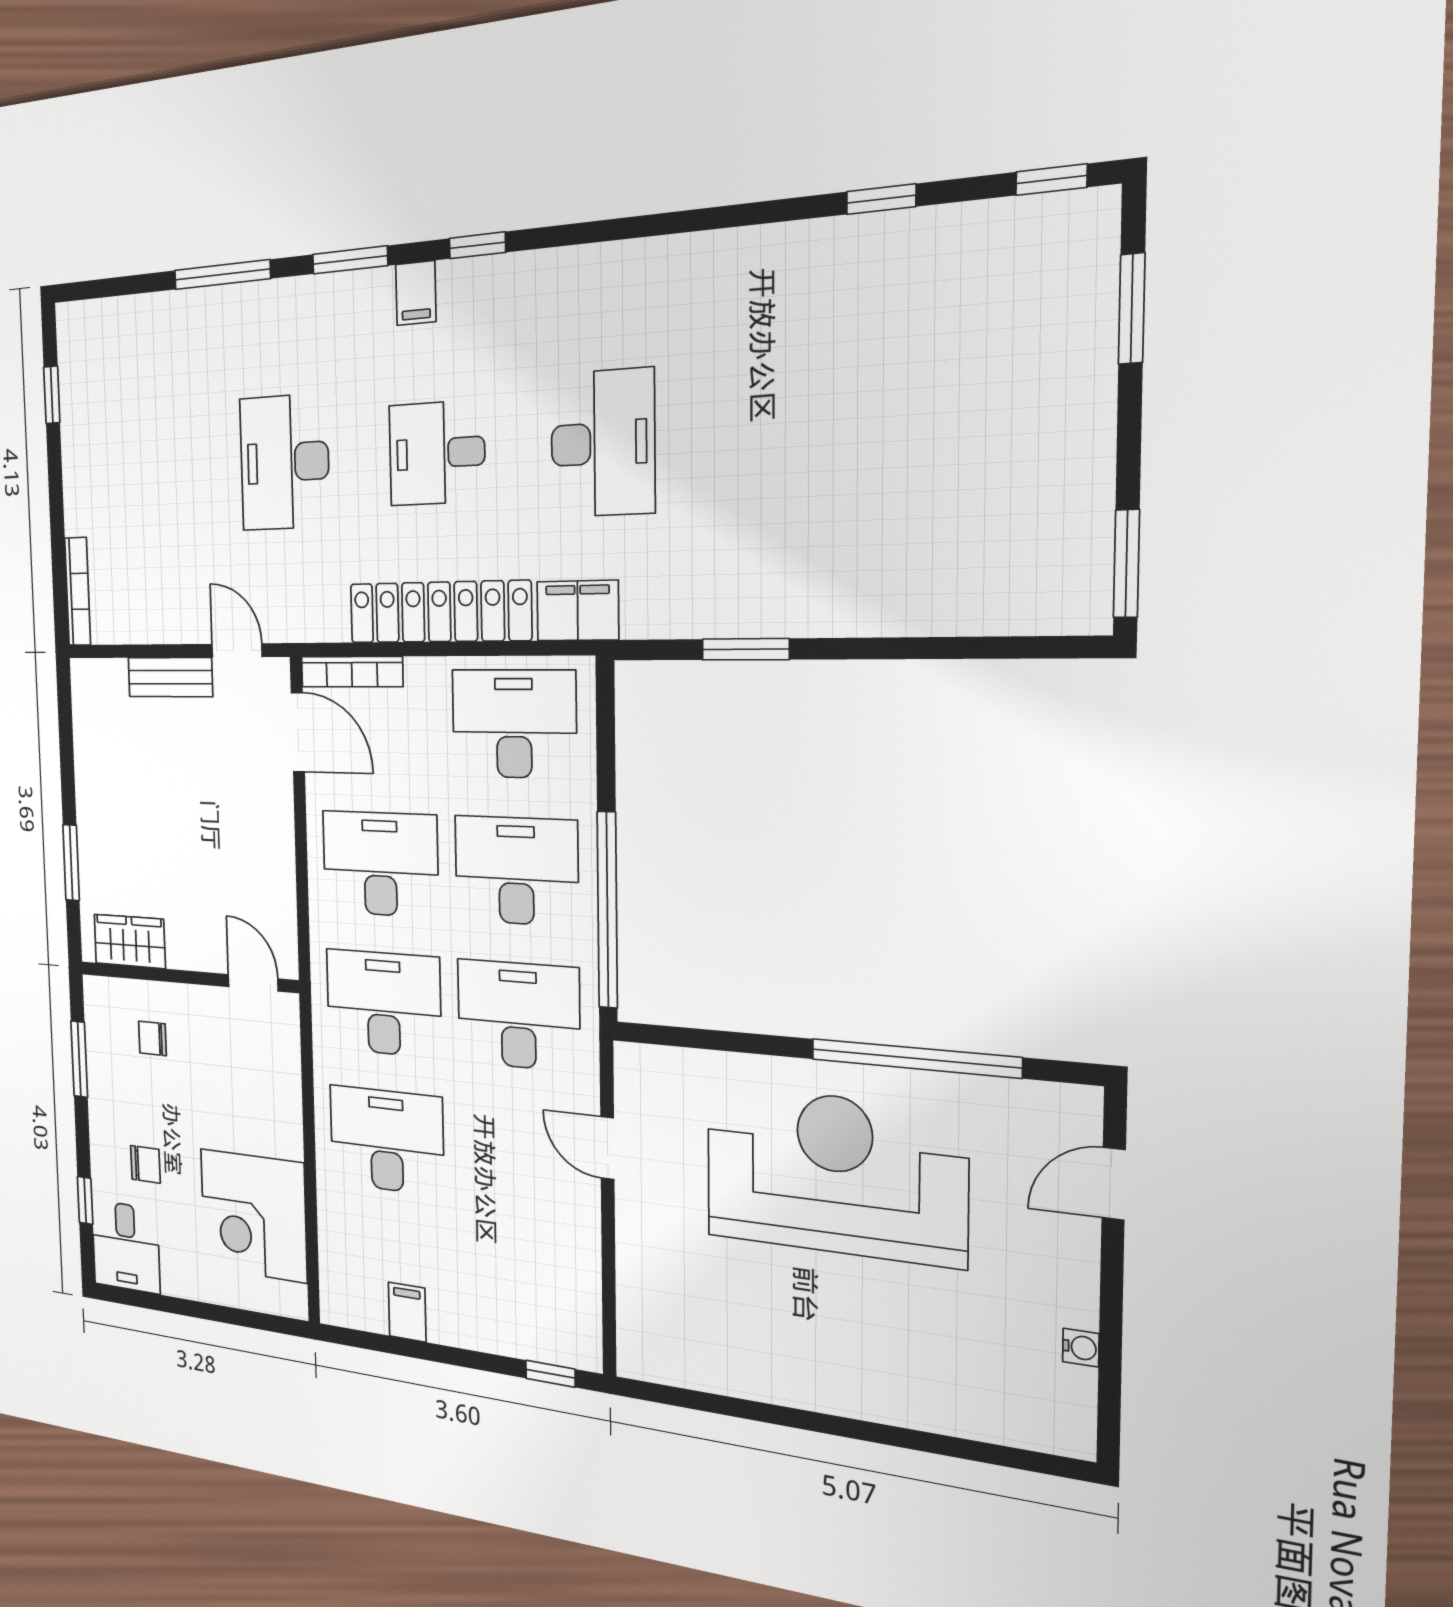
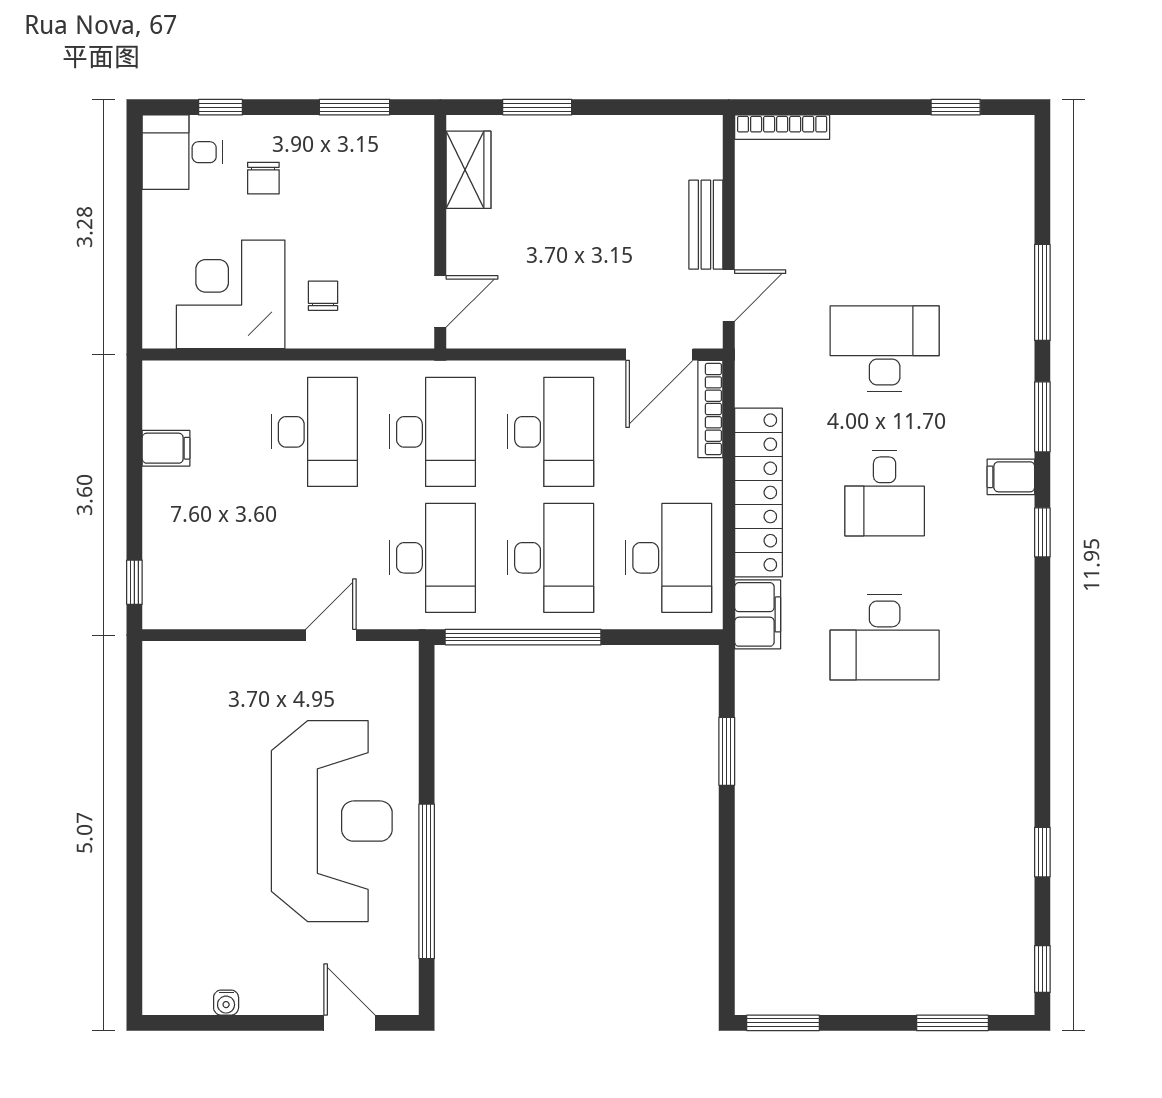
desk: (437, 453) -> (885, 493), turned 180
chair: (153, 1038) -> (323, 296), moved

